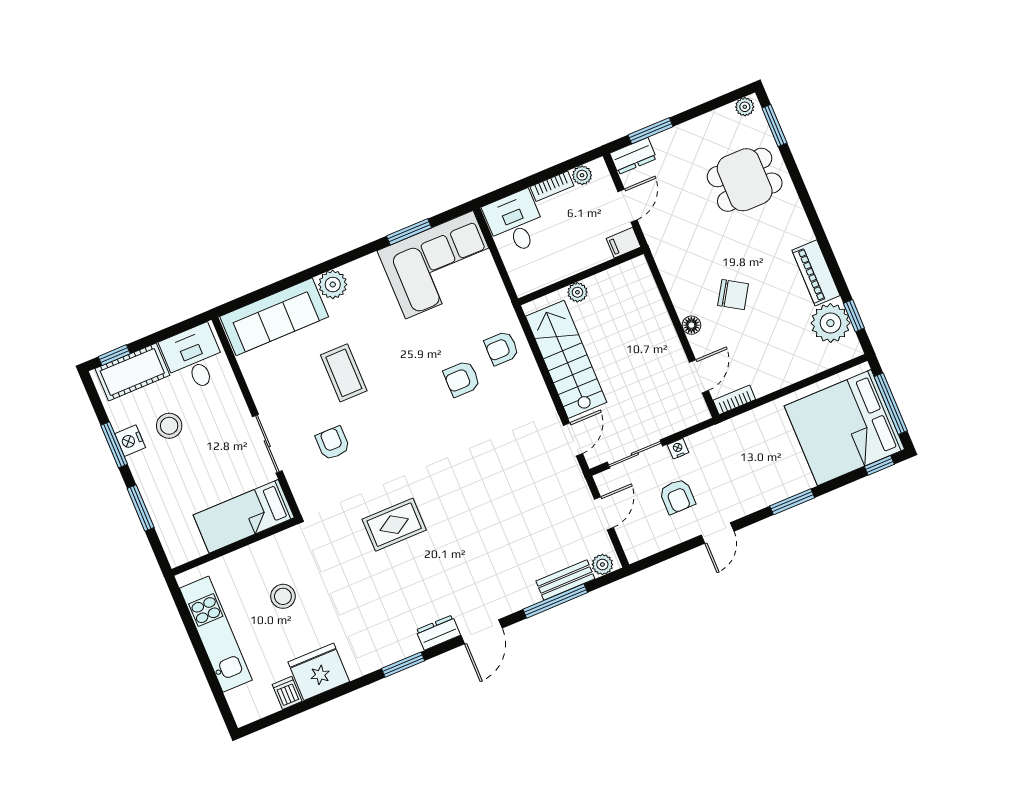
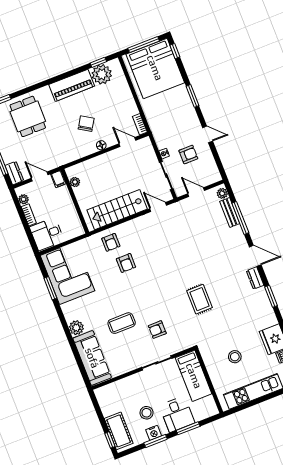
piano: (816, 273) -> (72, 85), width x1.37, depth x1.33
plant: (577, 292) -> (75, 182), moved
desk: (194, 358) -> (177, 414), moved, turned -90

